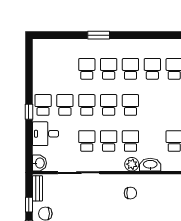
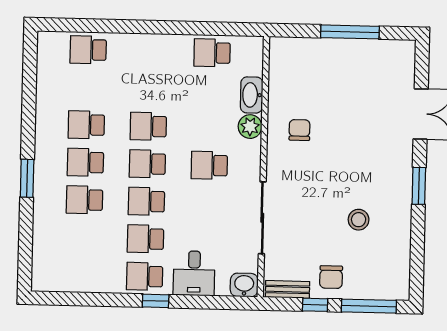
school desk: (152, 69) -> (87, 87), removed
school desk: (87, 141) -> (208, 203), removed
school desk: (130, 141) -> (210, 128), removed

